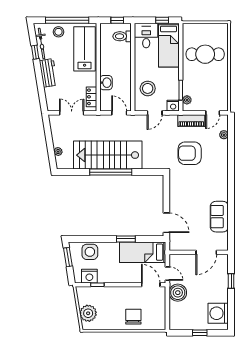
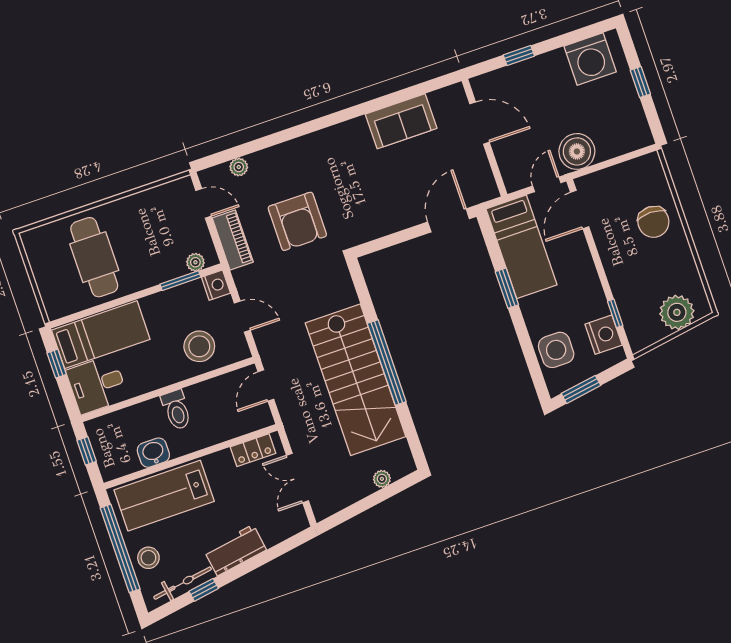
toilet: (122, 36) -> (176, 410), moved
washbasin: (106, 83) -> (153, 453), moved
chair: (133, 317) -> (653, 222), turned -90

